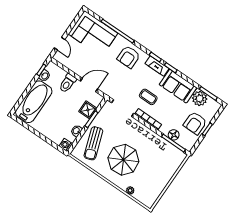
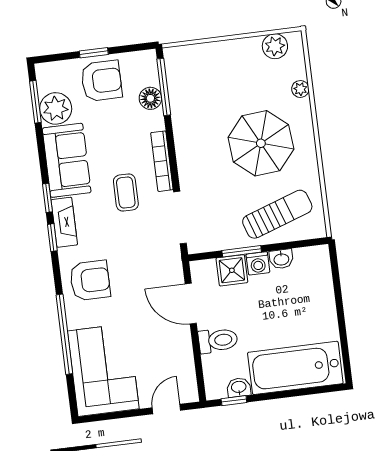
washing machine: (66, 145) -> (258, 263), moved
plant: (153, 195) -> (275, 46), added

